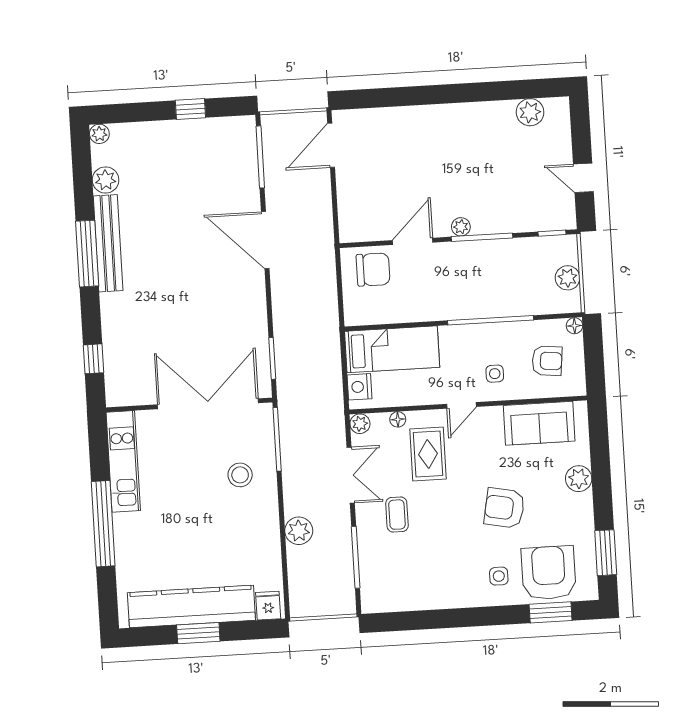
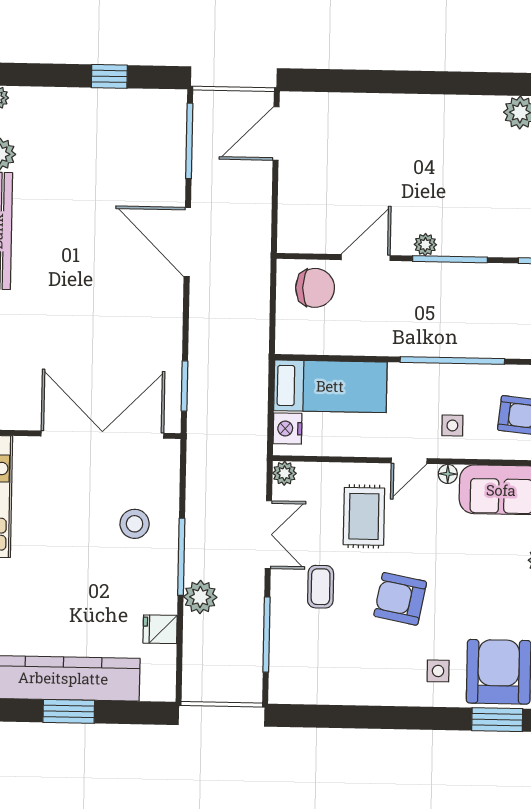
floor lamp: (398, 419) -> (448, 474), moved
window: (277, 439) -> (181, 557), moved
armchair: (504, 508) -> (400, 599), moved
fridge: (268, 606) -> (160, 629), moved, turned -90

